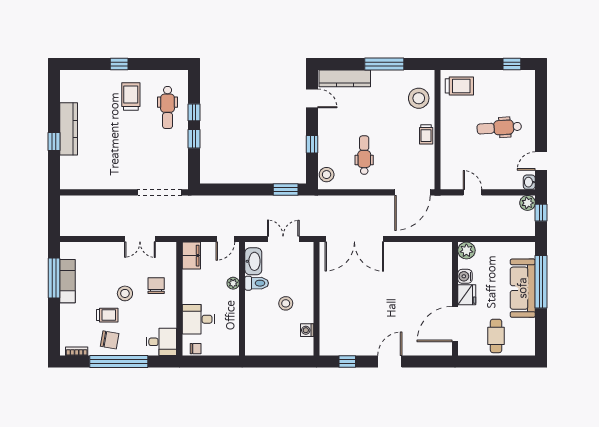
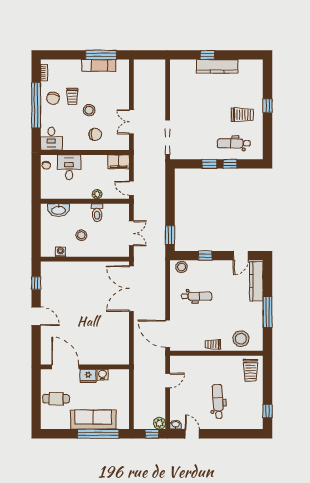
plant: (466, 250) -> (122, 376), removed
washbasin: (253, 261) -> (59, 210), moved

